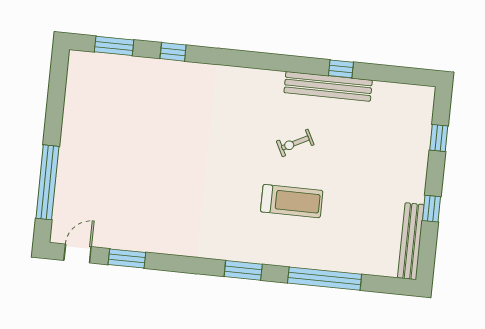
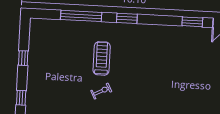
treadmill: (292, 201) -> (102, 58), turned 90
bench: (411, 241) -> (34, 39), removed

